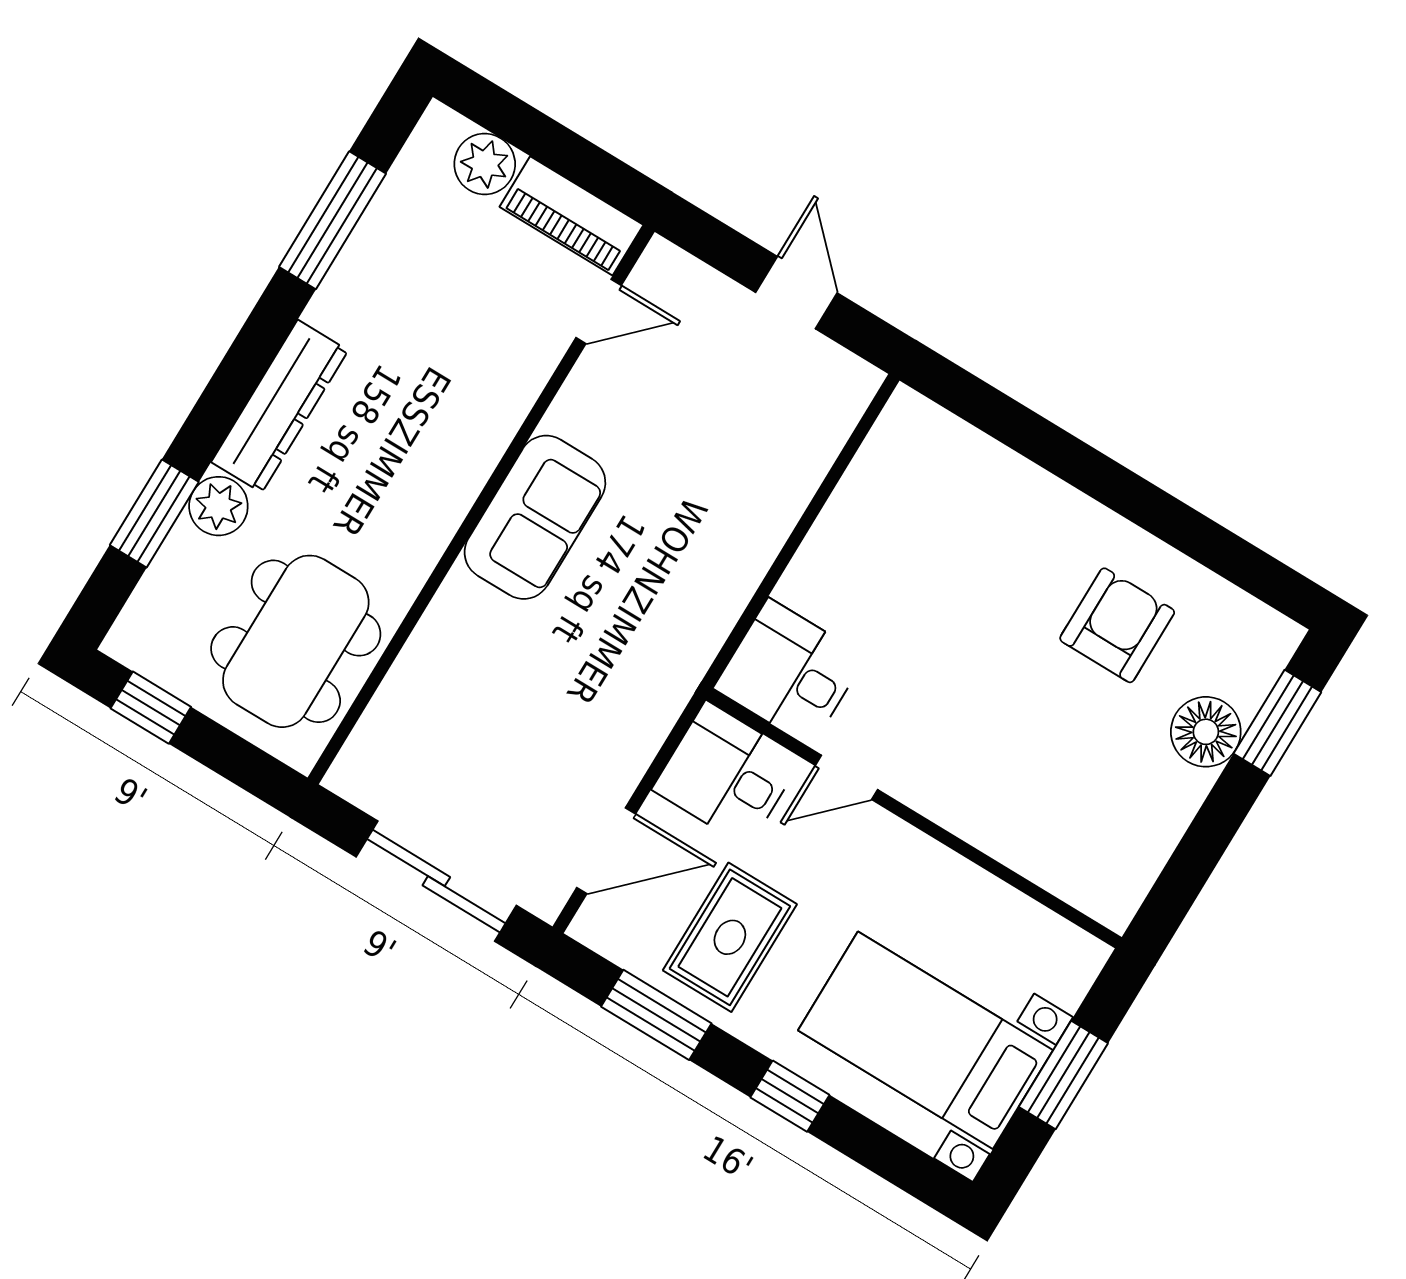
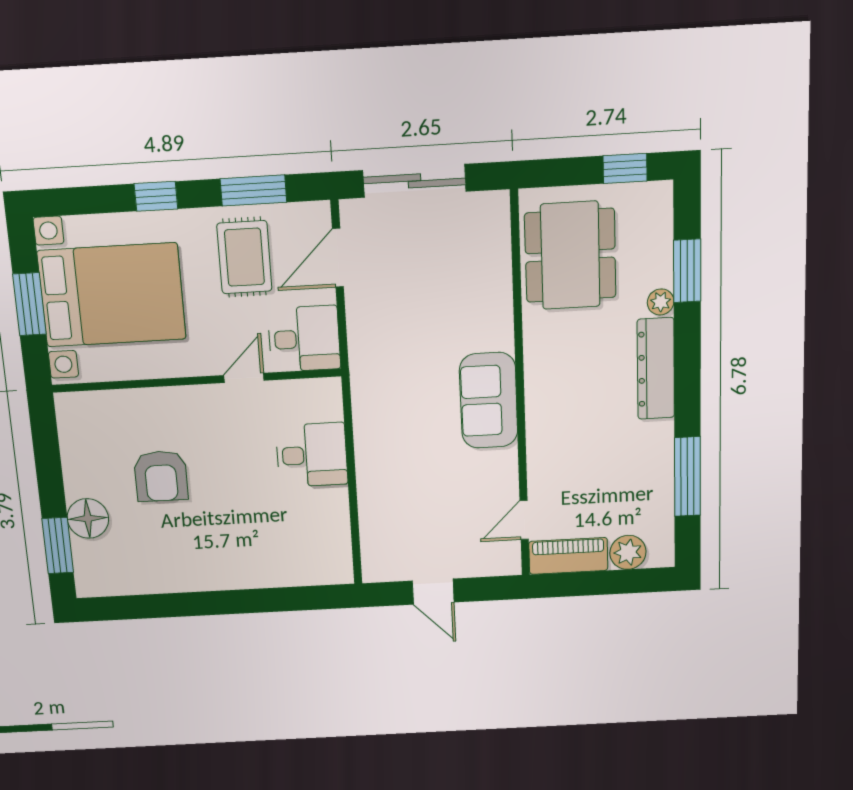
plant: (218, 506) -> (661, 302), width x0.73, depth x0.73
armchair: (1117, 625) -> (161, 476), moved
desk: (790, 673) -> (312, 455), moved
bed with nightstands: (925, 1040) -> (112, 295), width x1.36

